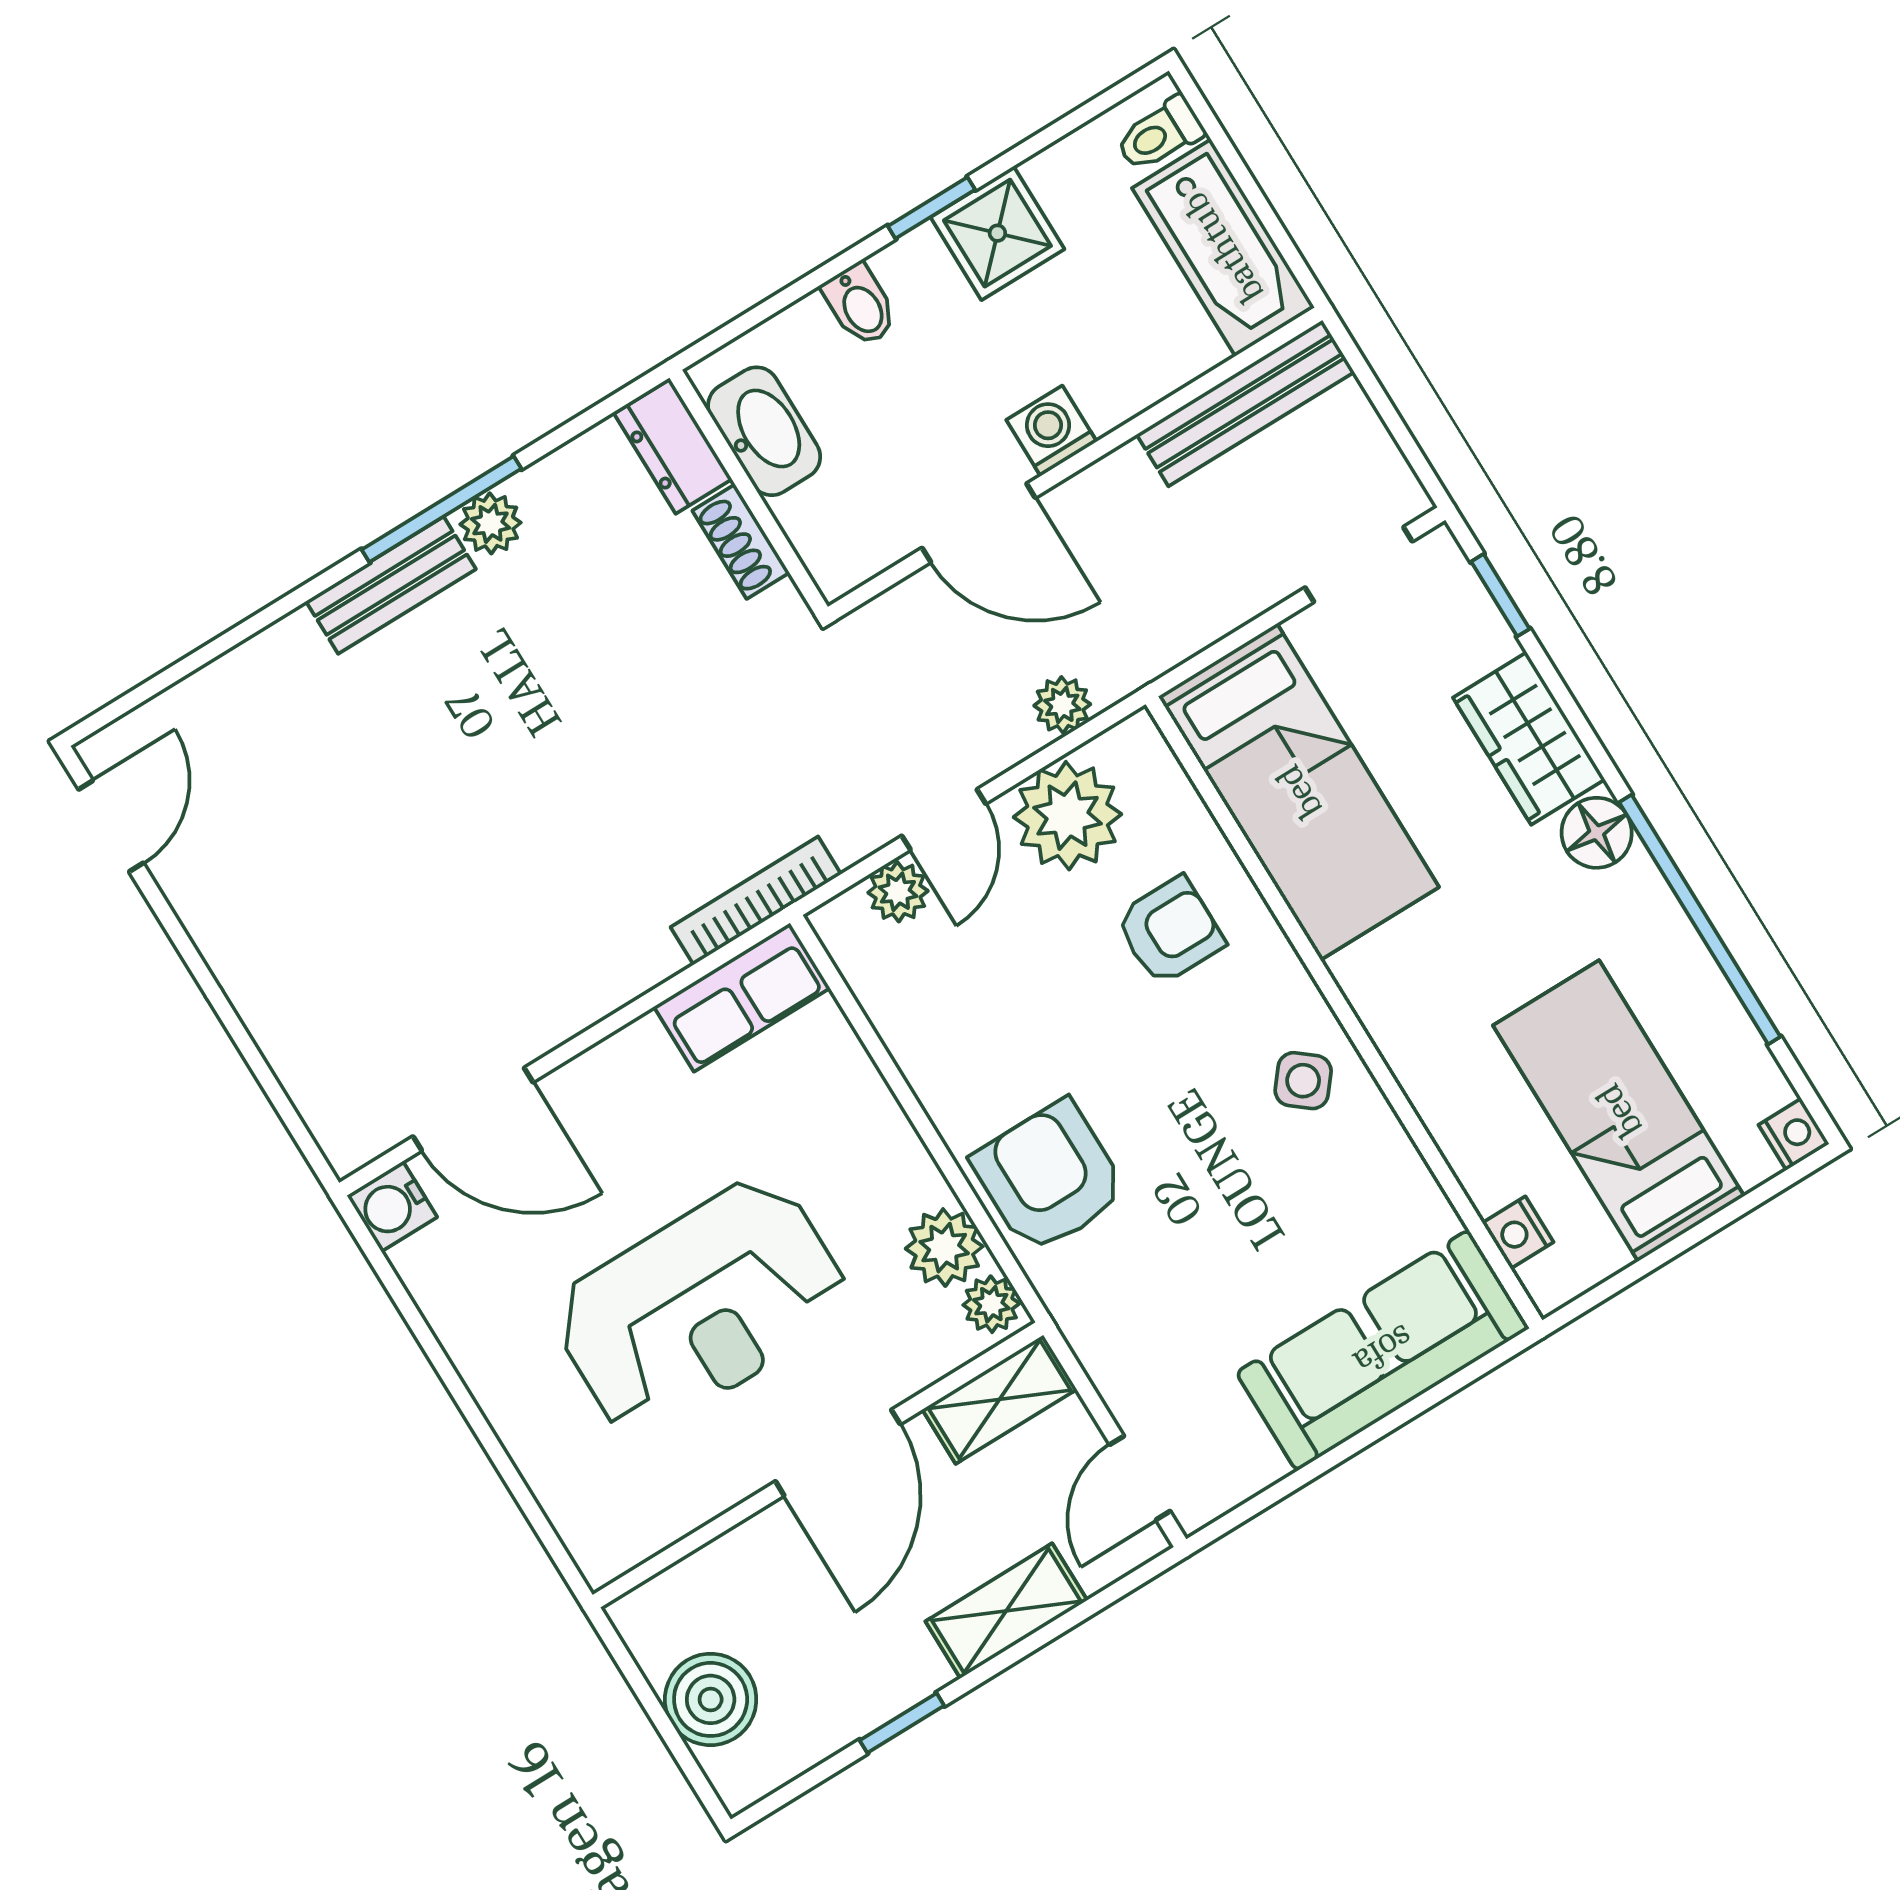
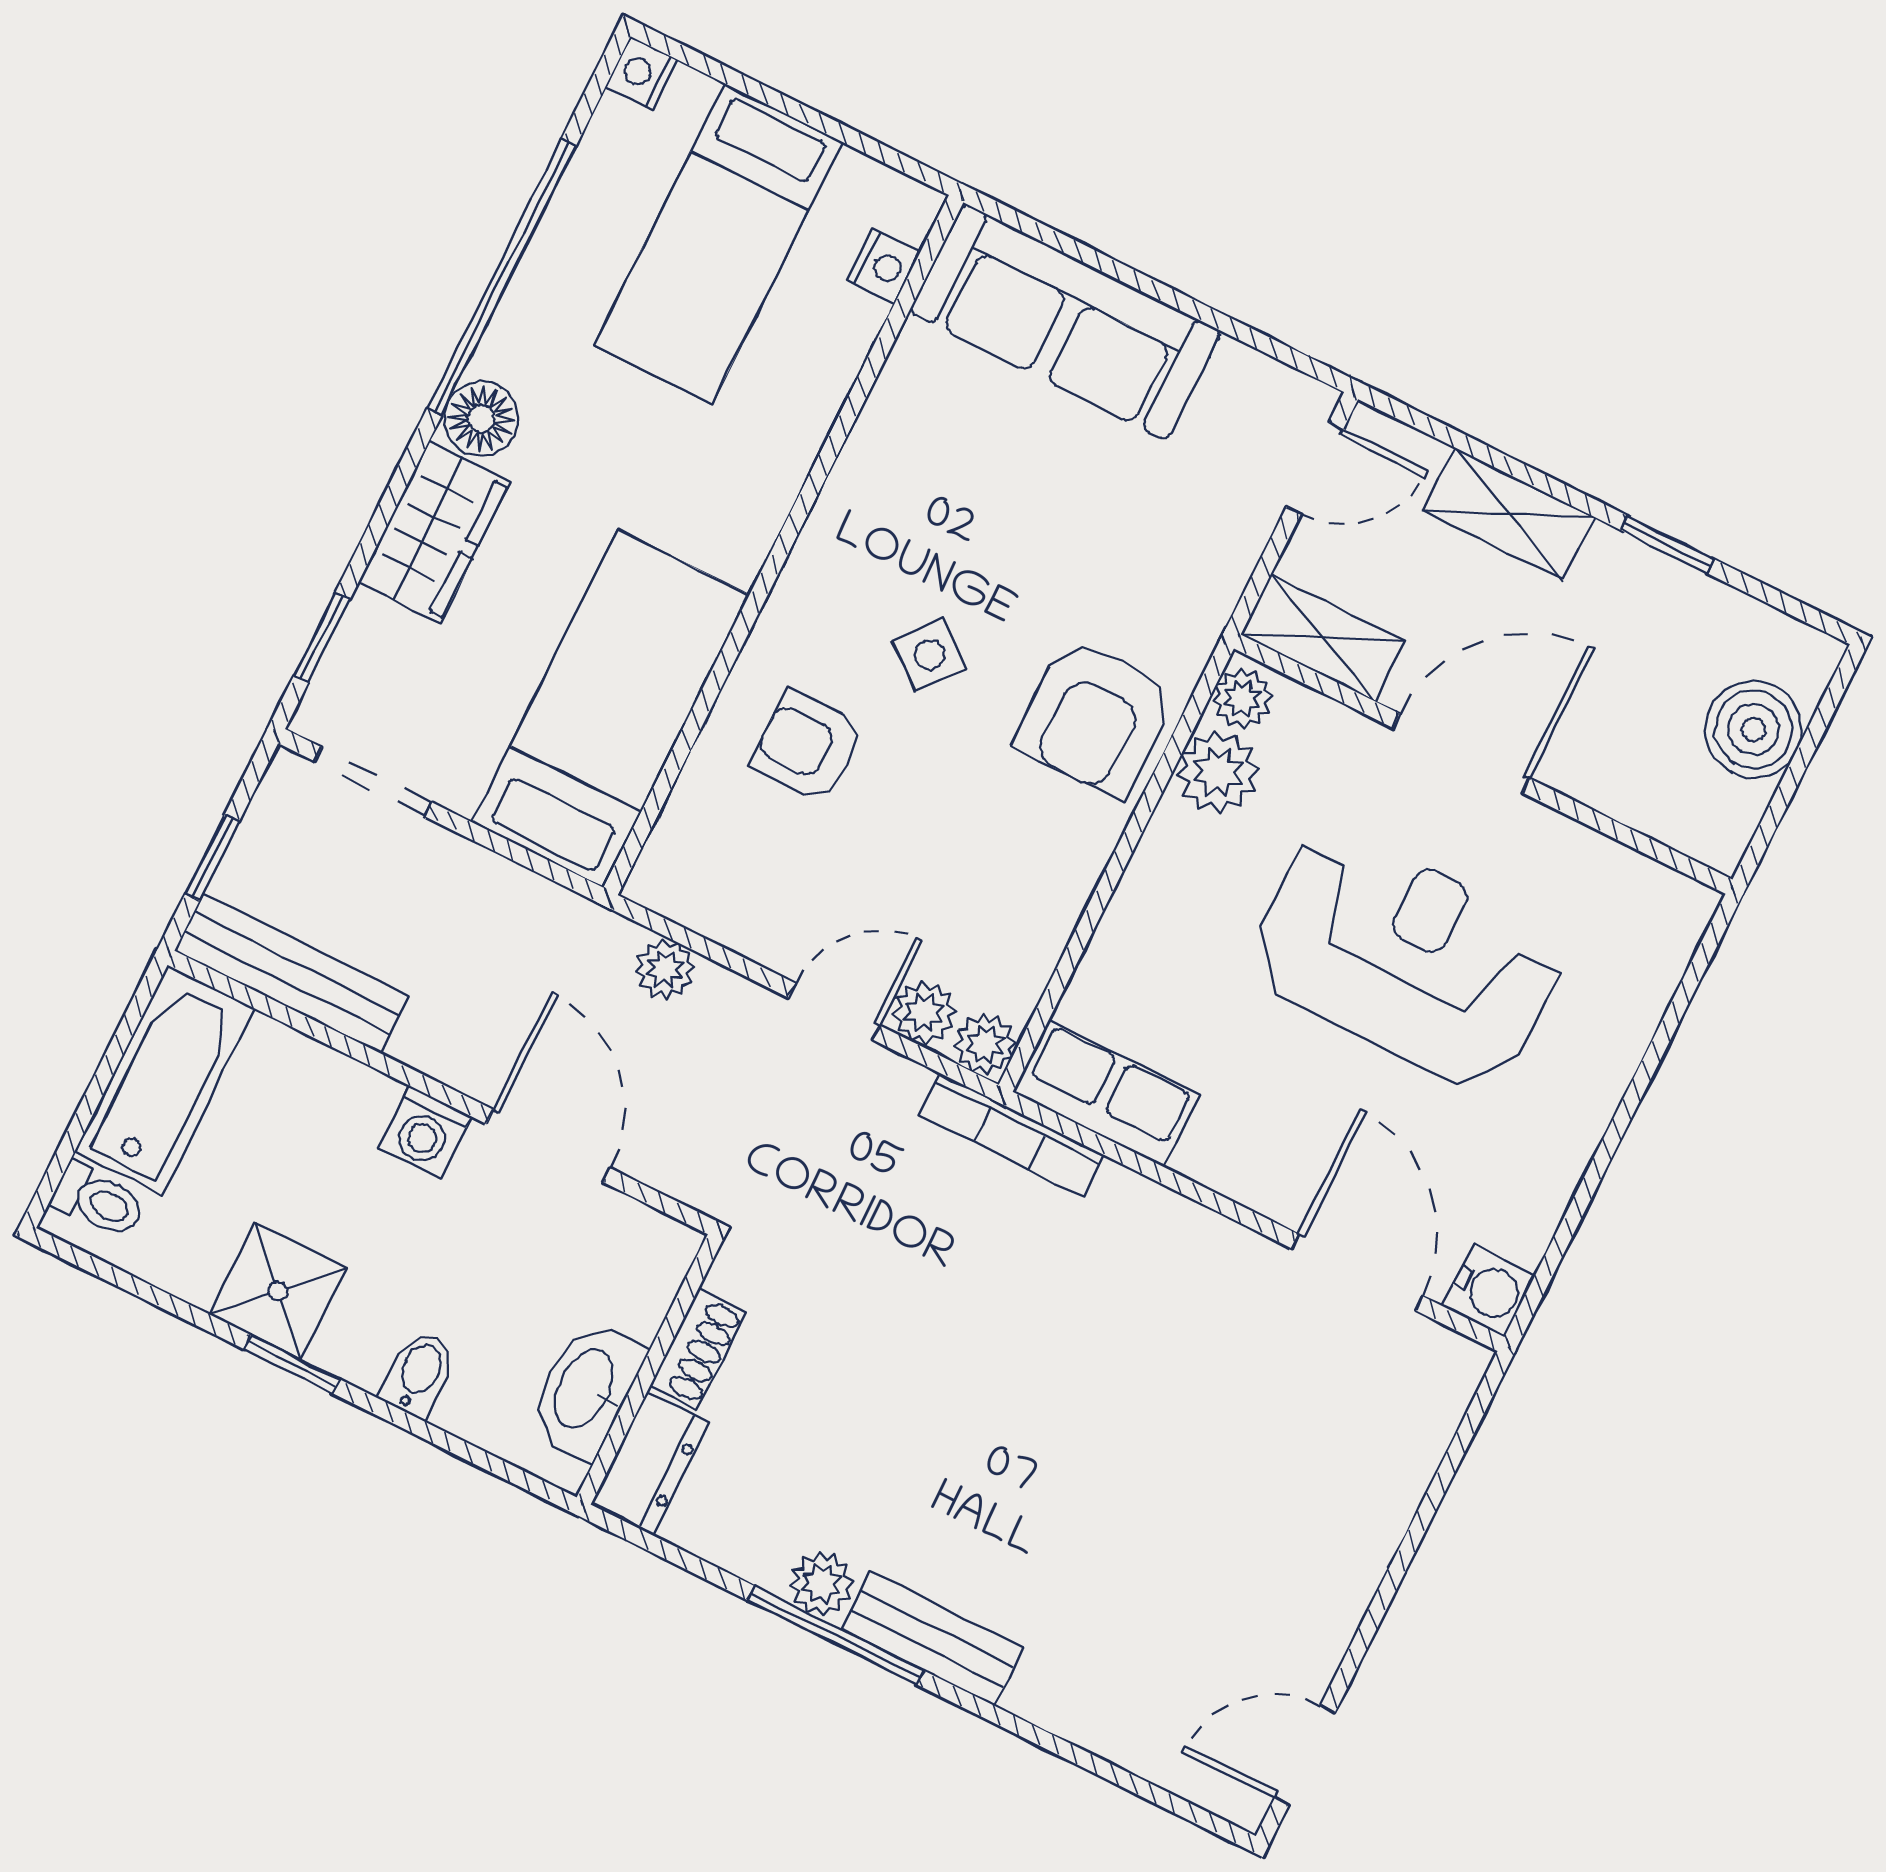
window: (1378, 397) -> (212, 858), added
plant: (1068, 816) -> (985, 1044), moved, width x0.53, depth x0.53
side table: (1303, 1081) -> (929, 655), moved

